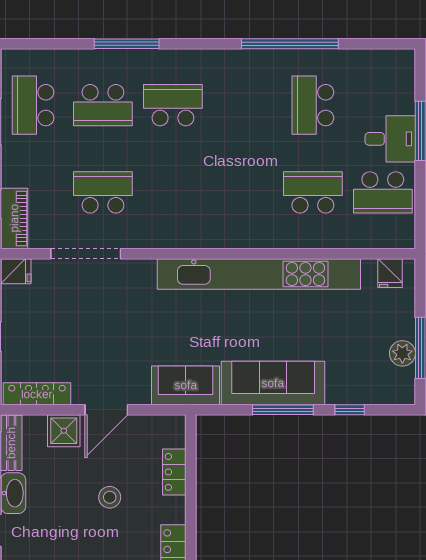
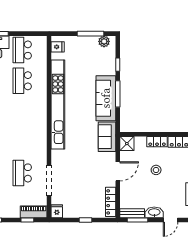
school desk: (383, 192) -> (22, 50), turned 180
plant: (402, 353) -> (104, 41), moved
door: (106, 410) -> (118, 171), hinge flipped
shower: (64, 431) -> (127, 144), moved
locker: (174, 472) -> (157, 142), moved

